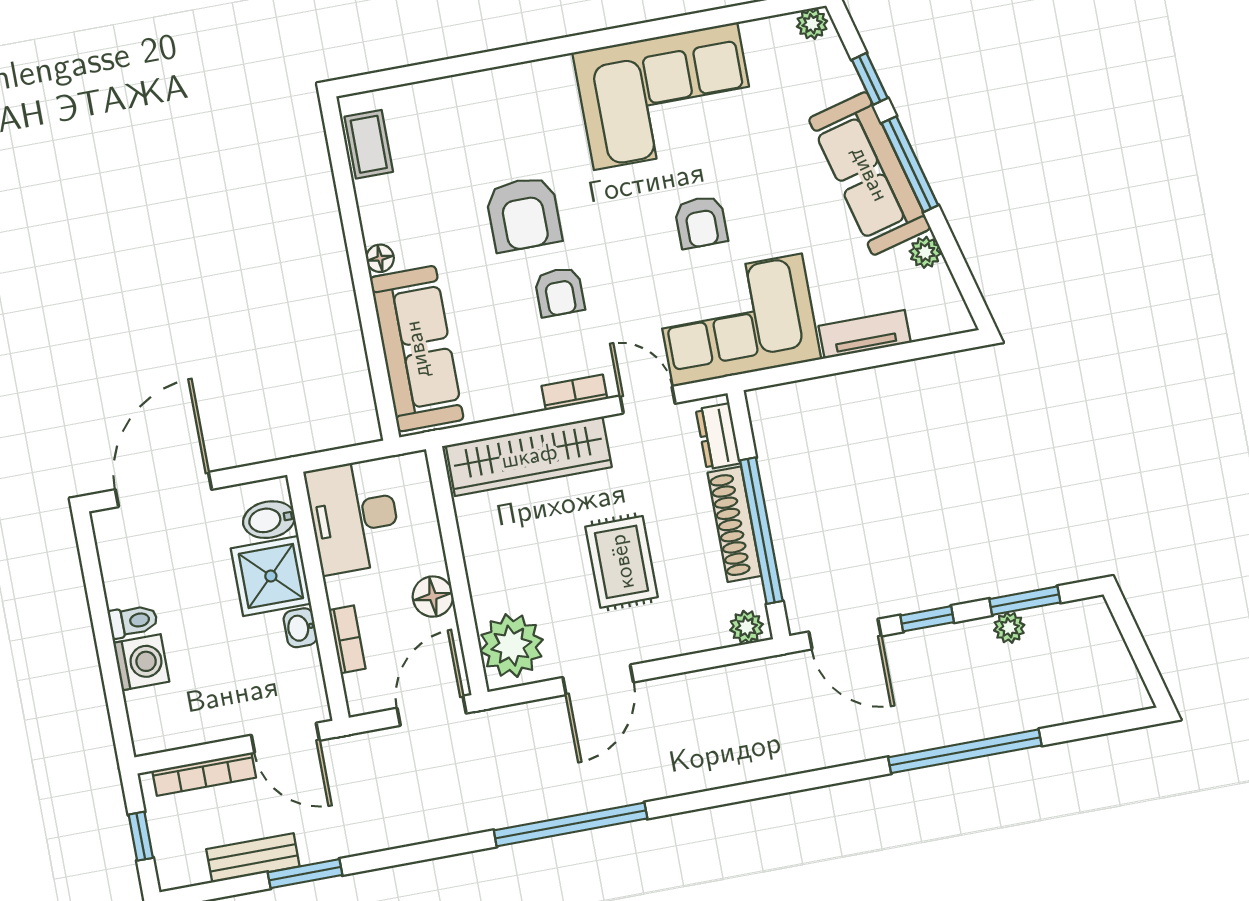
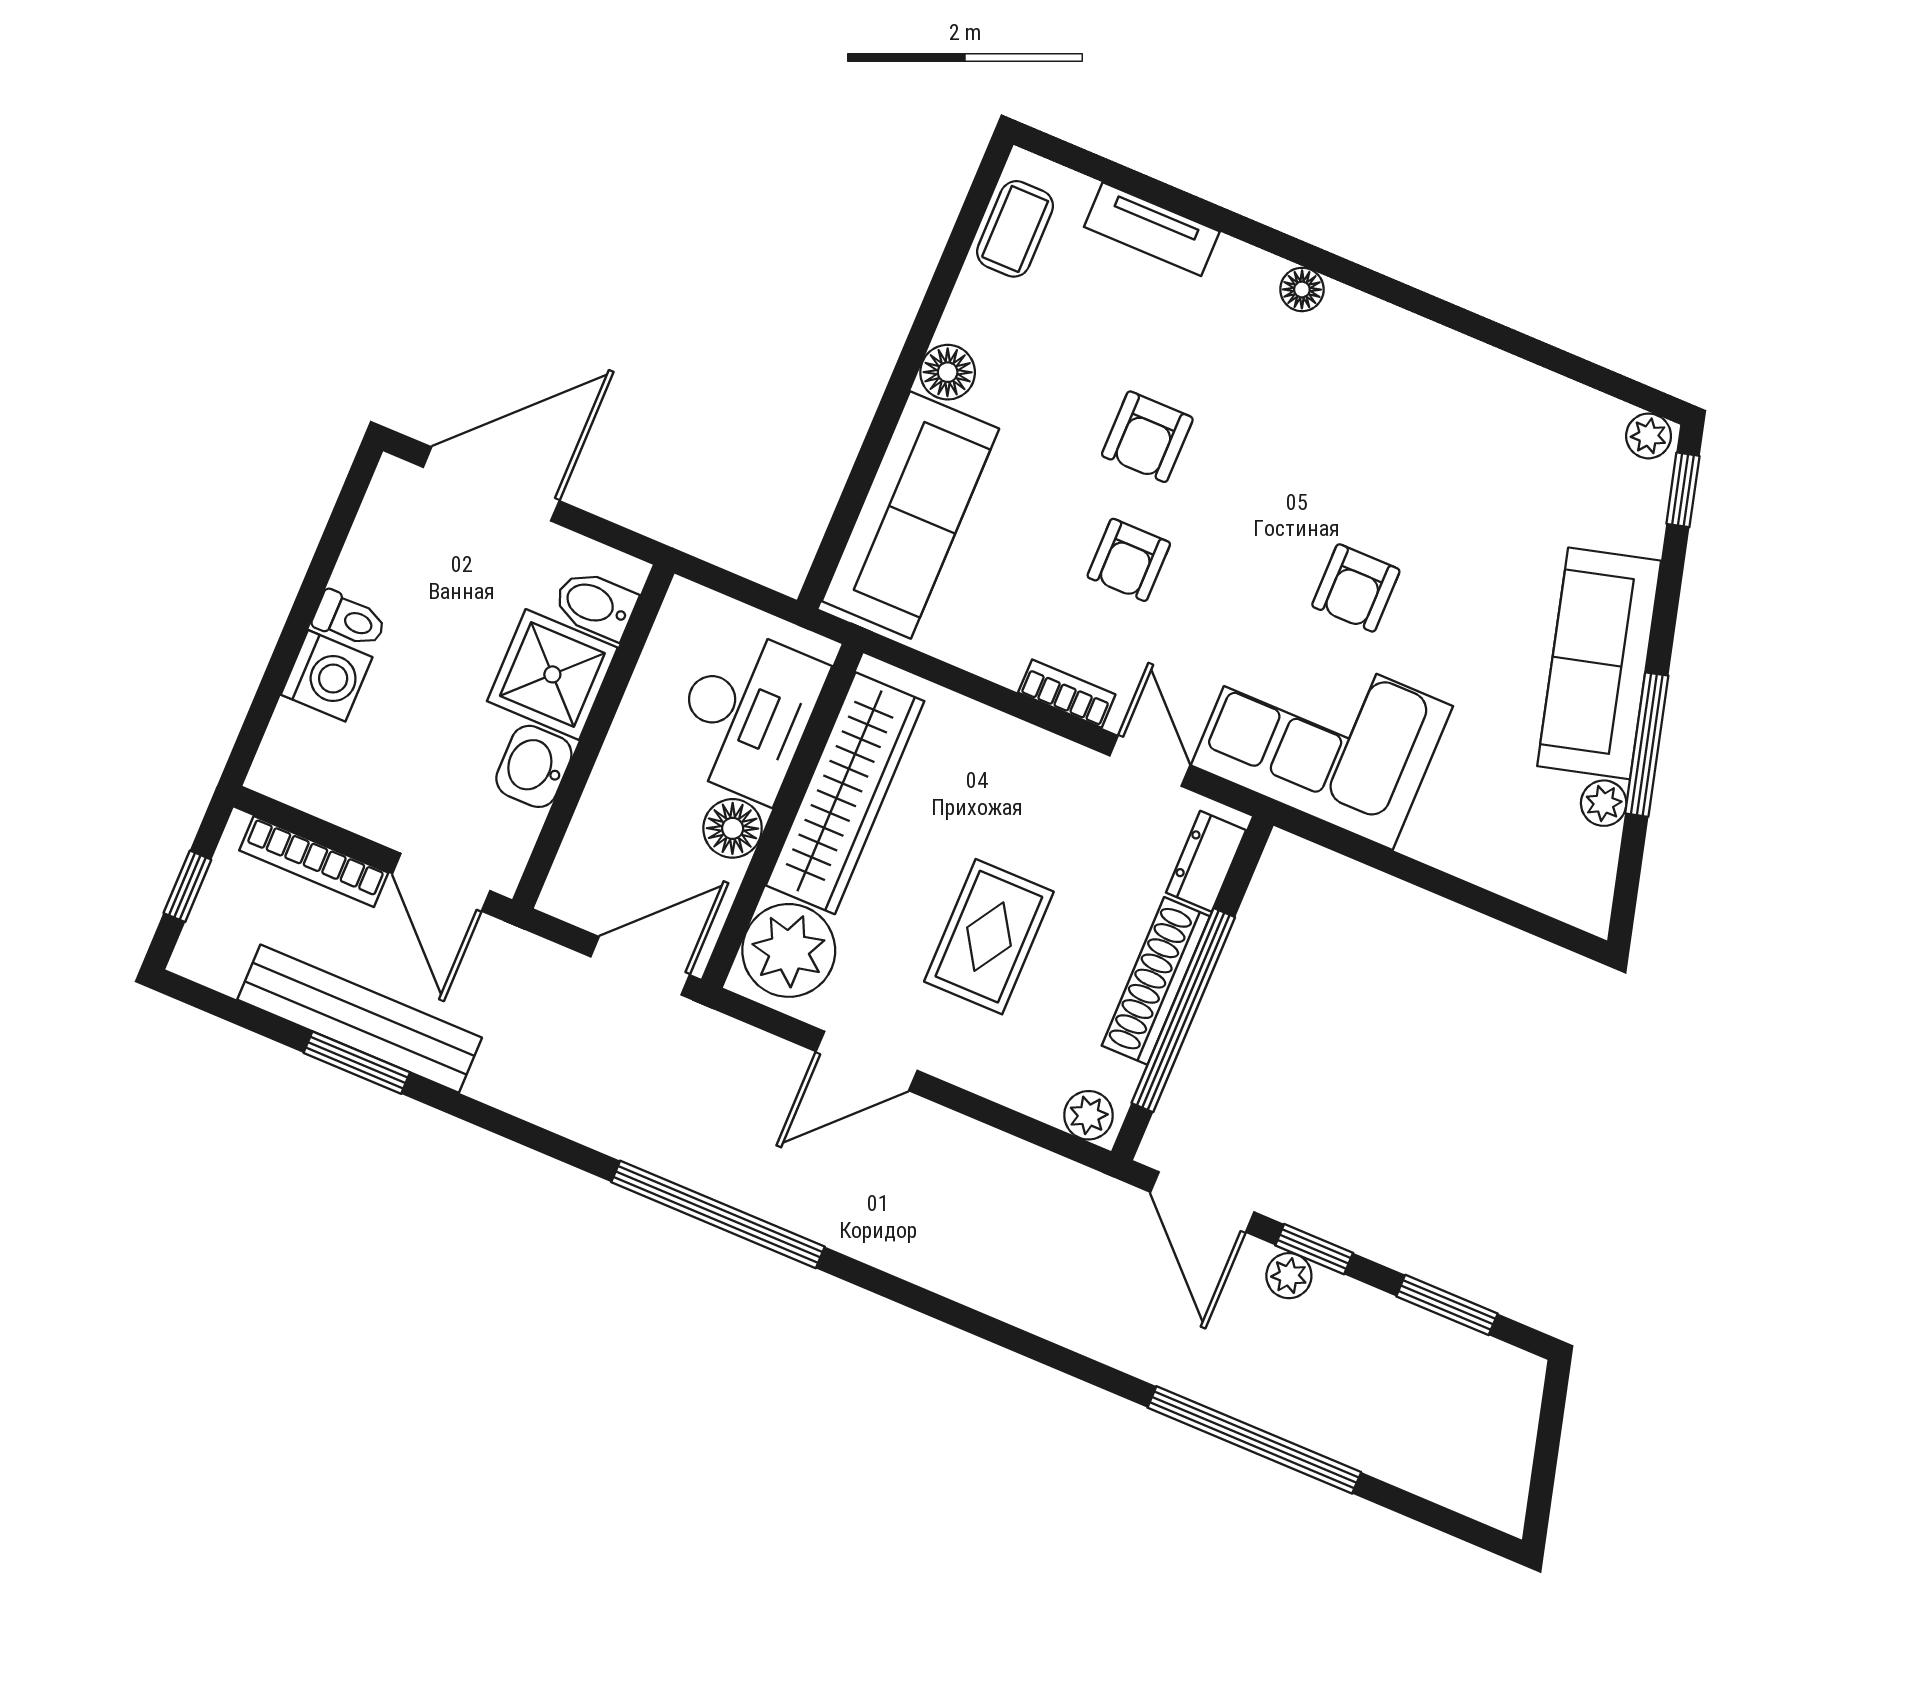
floor lamp: (557, 71) -> (1302, 289), added
window: (870, 79) -> (1683, 490), moved
corner sofa: (665, 96) -> (1413, 407), removed
window: (910, 164) -> (1647, 745), moved
armchair: (524, 214) -> (1147, 437), width x0.72, depth x0.72
floor lamp: (380, 258) -> (948, 372), width x1.37, depth x1.37
tv unit: (865, 334) -> (1152, 229), moved, turned 180
wardrobe: (529, 456) -> (845, 793), moved, turned -90
desk: (354, 516) -> (747, 714), moved, turned 180
washbasin: (300, 628) -> (534, 766), width x1.38, depth x1.45
plant: (1009, 628) -> (1289, 1276), moved
bookcase: (347, 639) -> (595, 812), removed
bench: (253, 858) -> (360, 1019), width x1.86, depth x1.21

